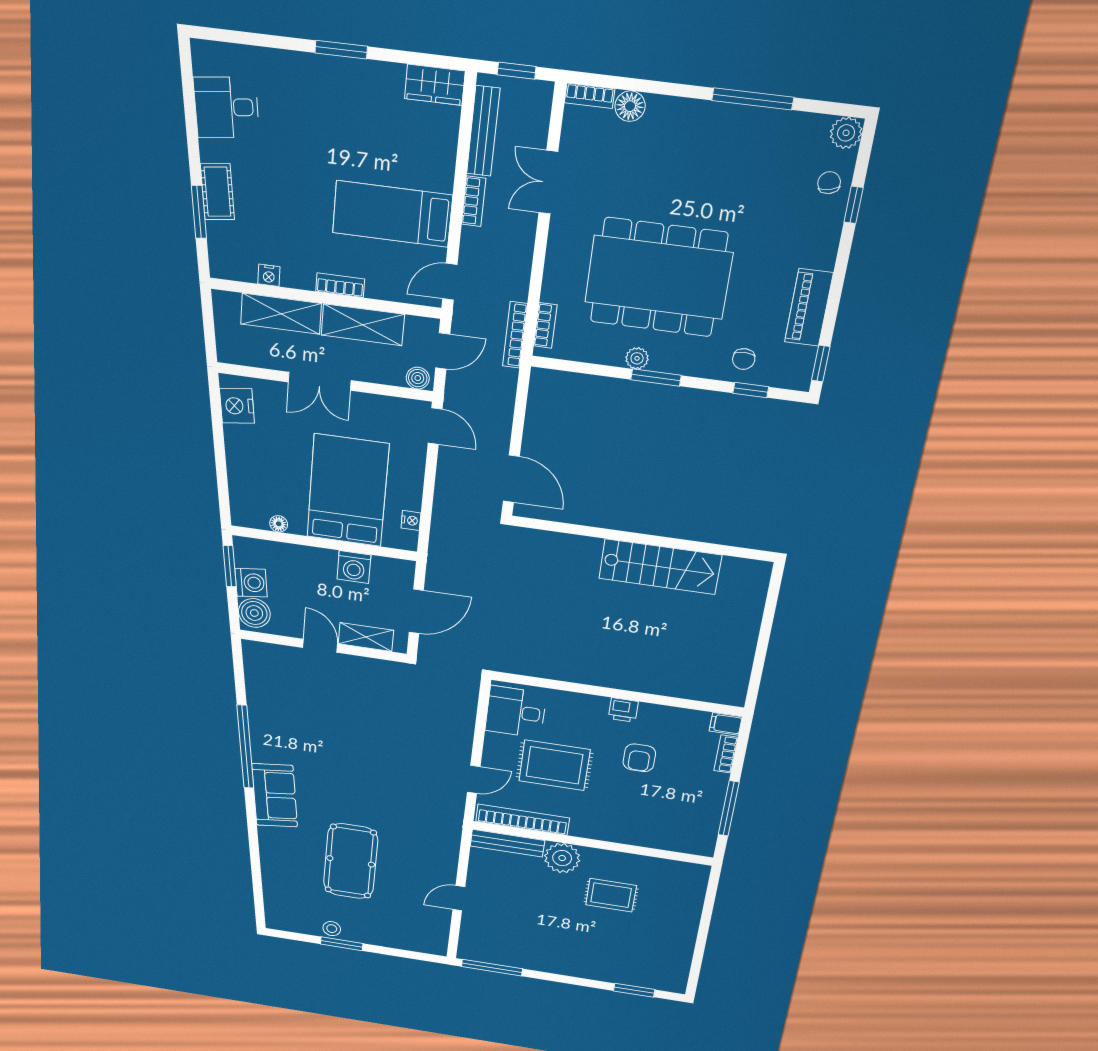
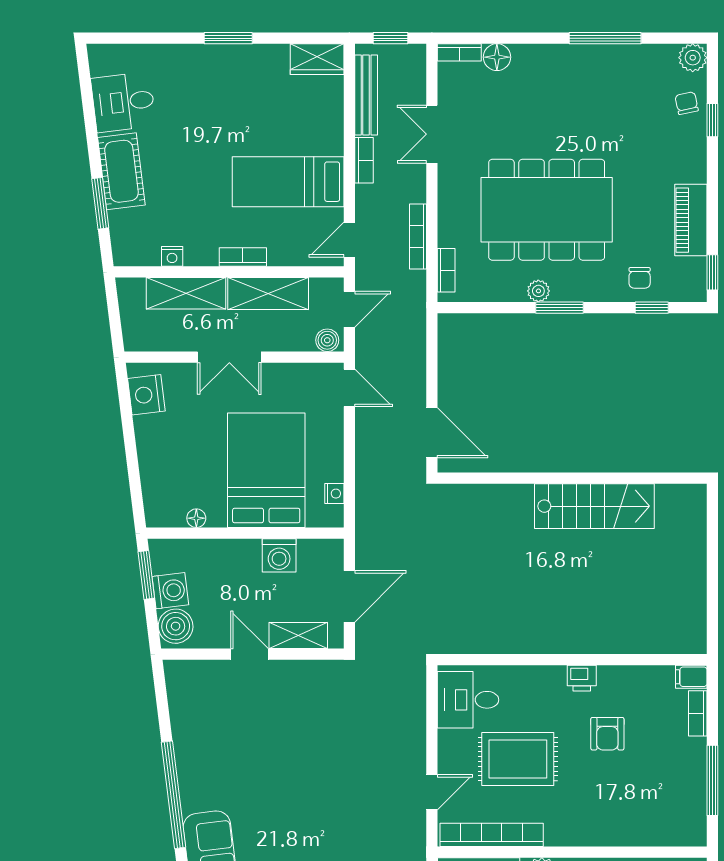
cot: (217, 192) -> (121, 171), width x1.37, depth x1.34
bookcase: (515, 335) -> (418, 236), moved

